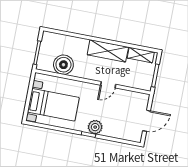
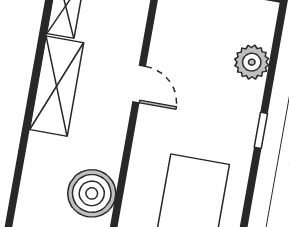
plant: (95, 127) -> (252, 62), moved

